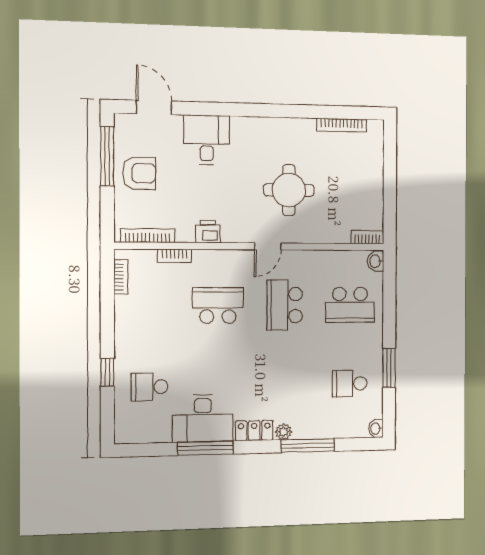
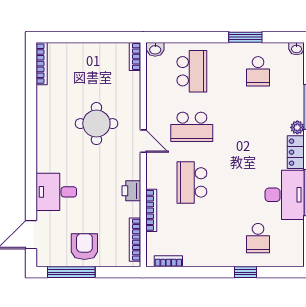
bookcase: (342, 125) -> (42, 64), moved
bookcase: (174, 256) -> (151, 210), width x1.56

